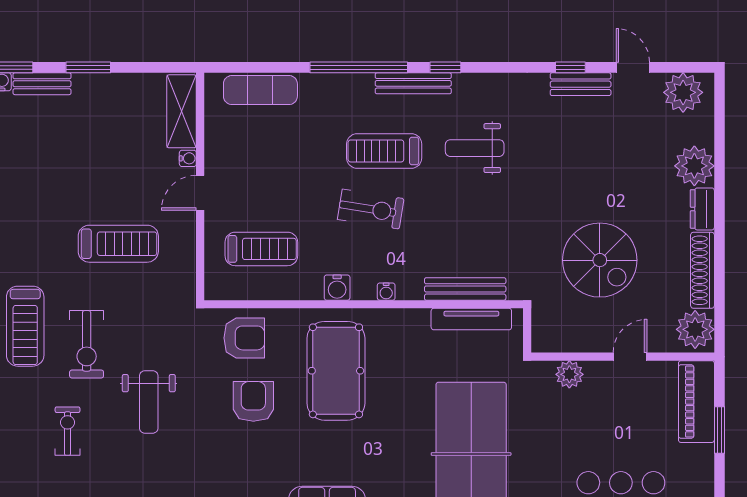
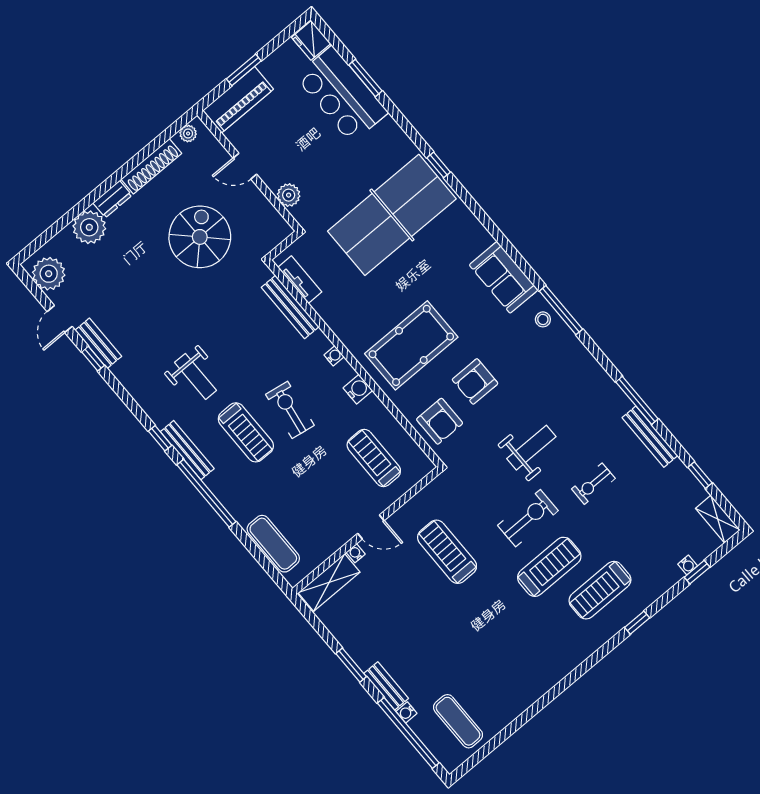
tv unit: (471, 319) -> (300, 280), width x0.71
plant: (695, 329) -> (188, 133), width x0.53, depth x0.53
armchair: (244, 338) -> (440, 421), turned 180

